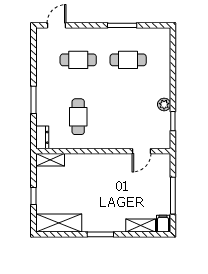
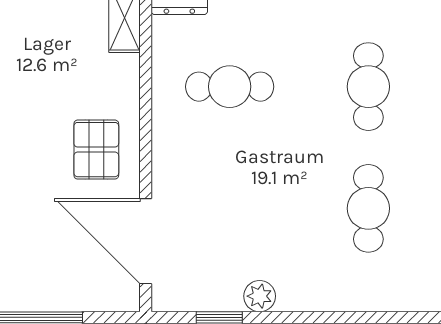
door: (142, 151) -> (146, 241), width x1.87
pallet: (104, 171) -> (96, 150), added

